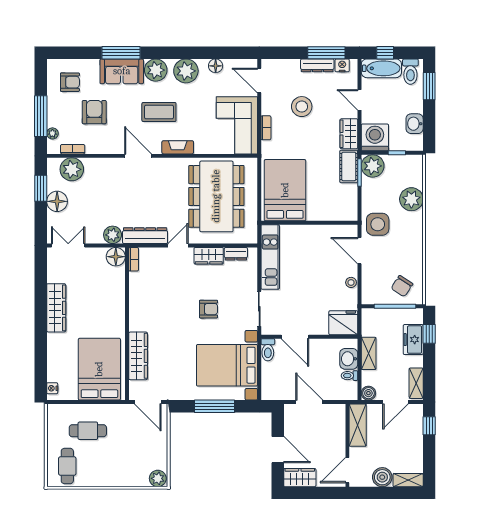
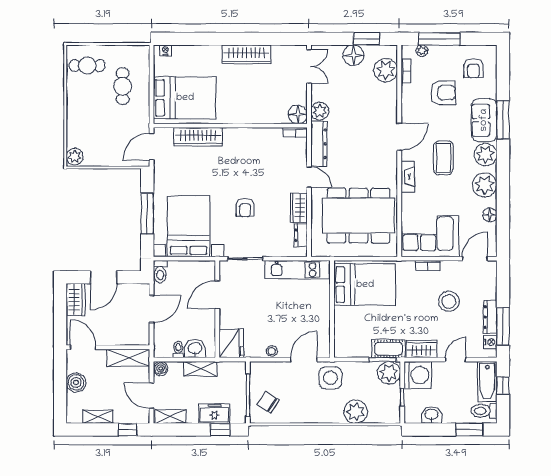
toilet: (268, 350) -> (160, 272), moved, turned -90
shelving: (408, 480) -> (98, 417), moved, turned 90

